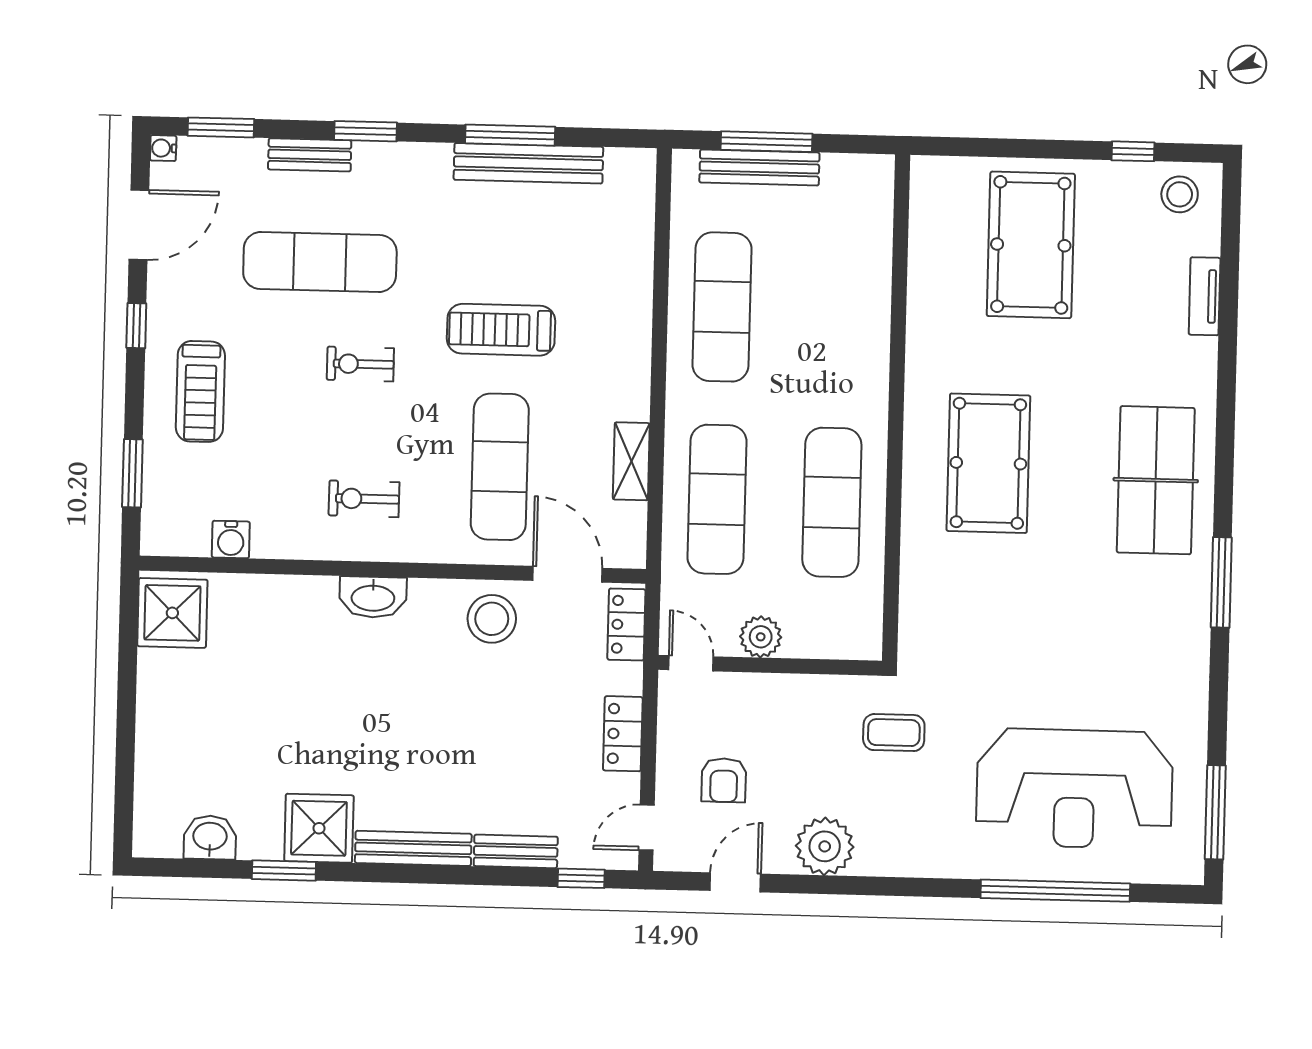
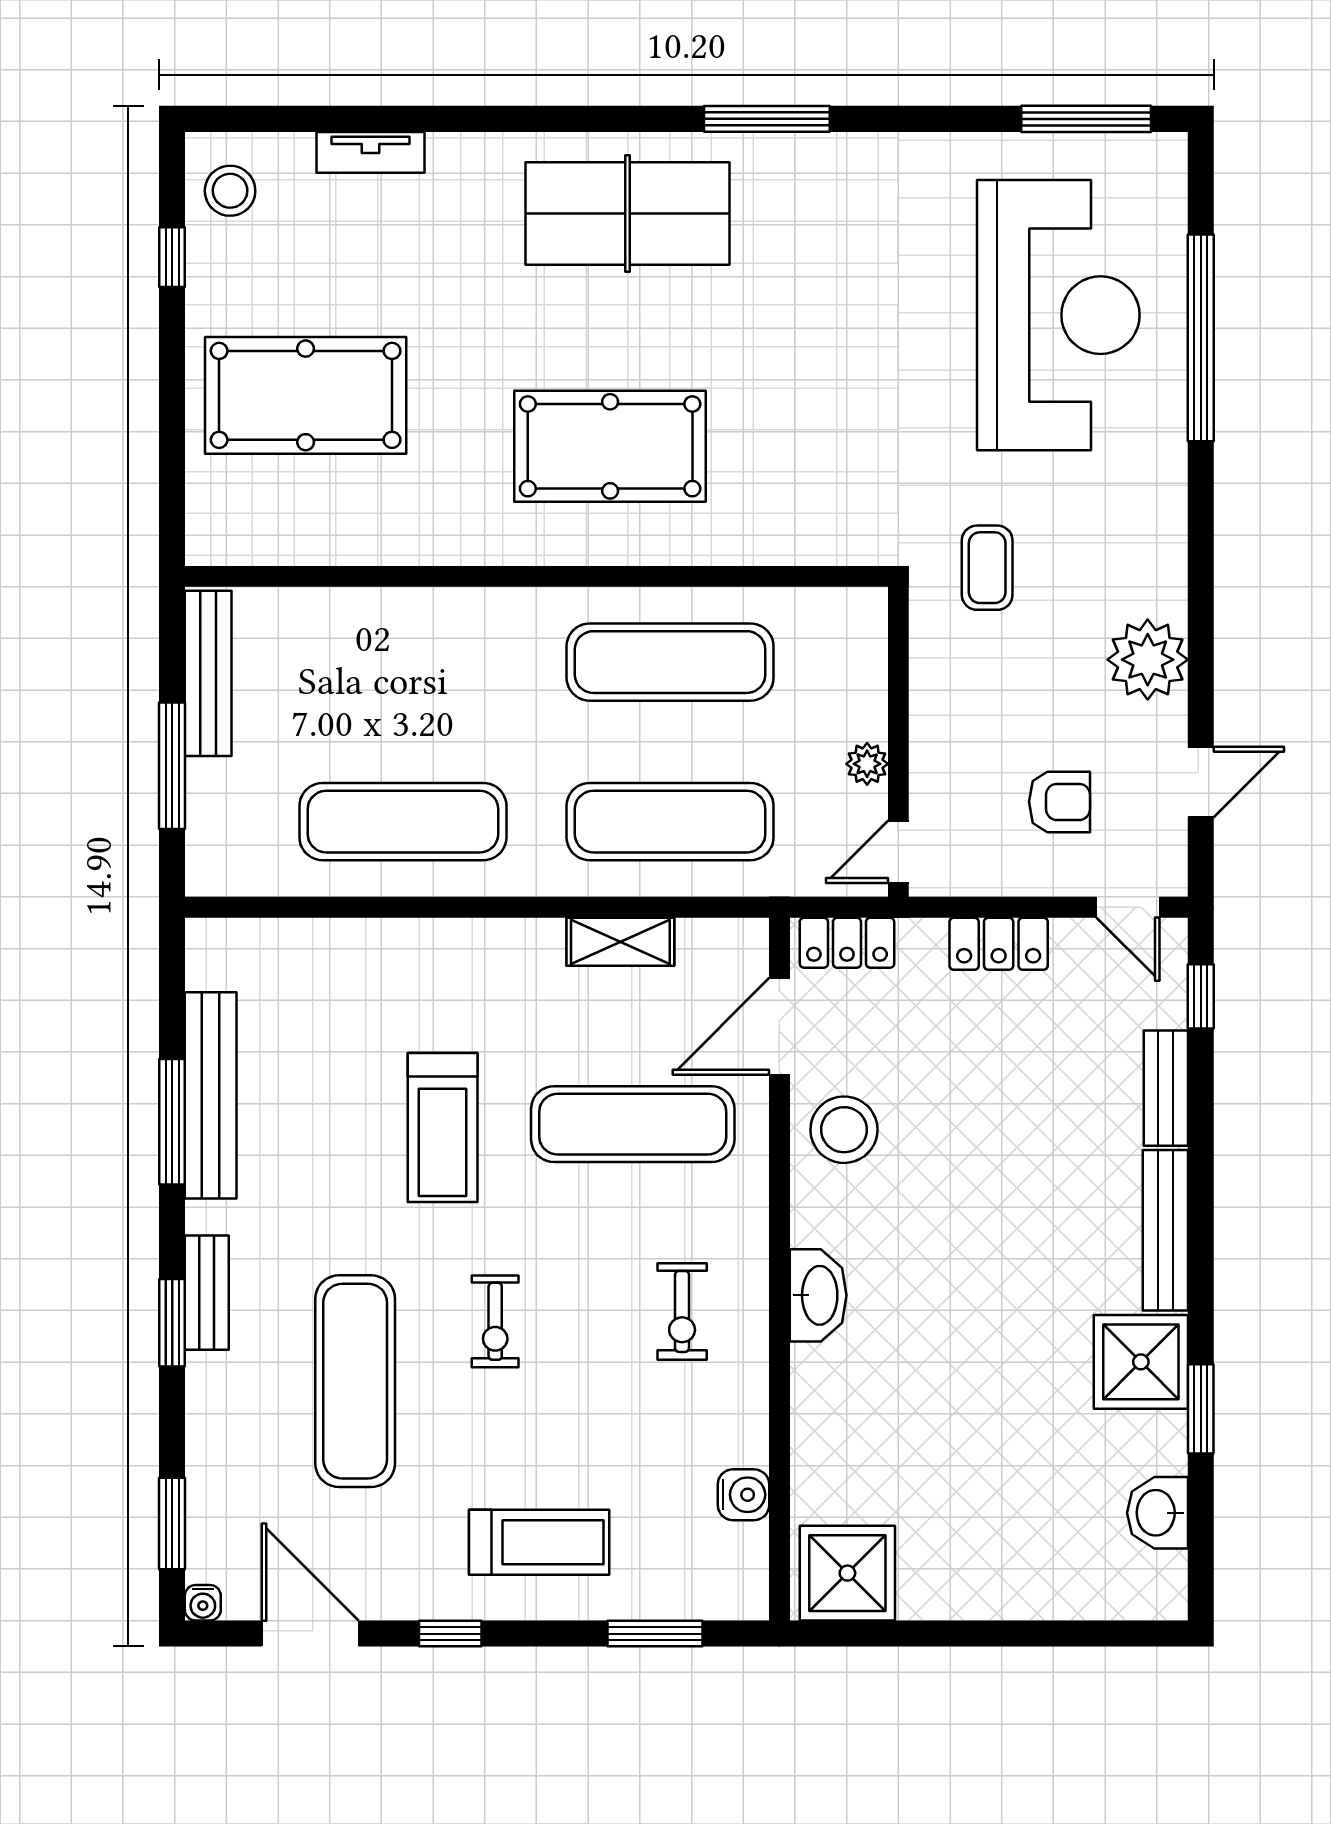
bench: (310, 155) -> (207, 1293), moved
bench: (759, 168) -> (208, 673), moved
plant: (761, 637) -> (867, 764), width x0.73, depth x0.73
door: (735, 882) -> (1201, 782), swing flipped

